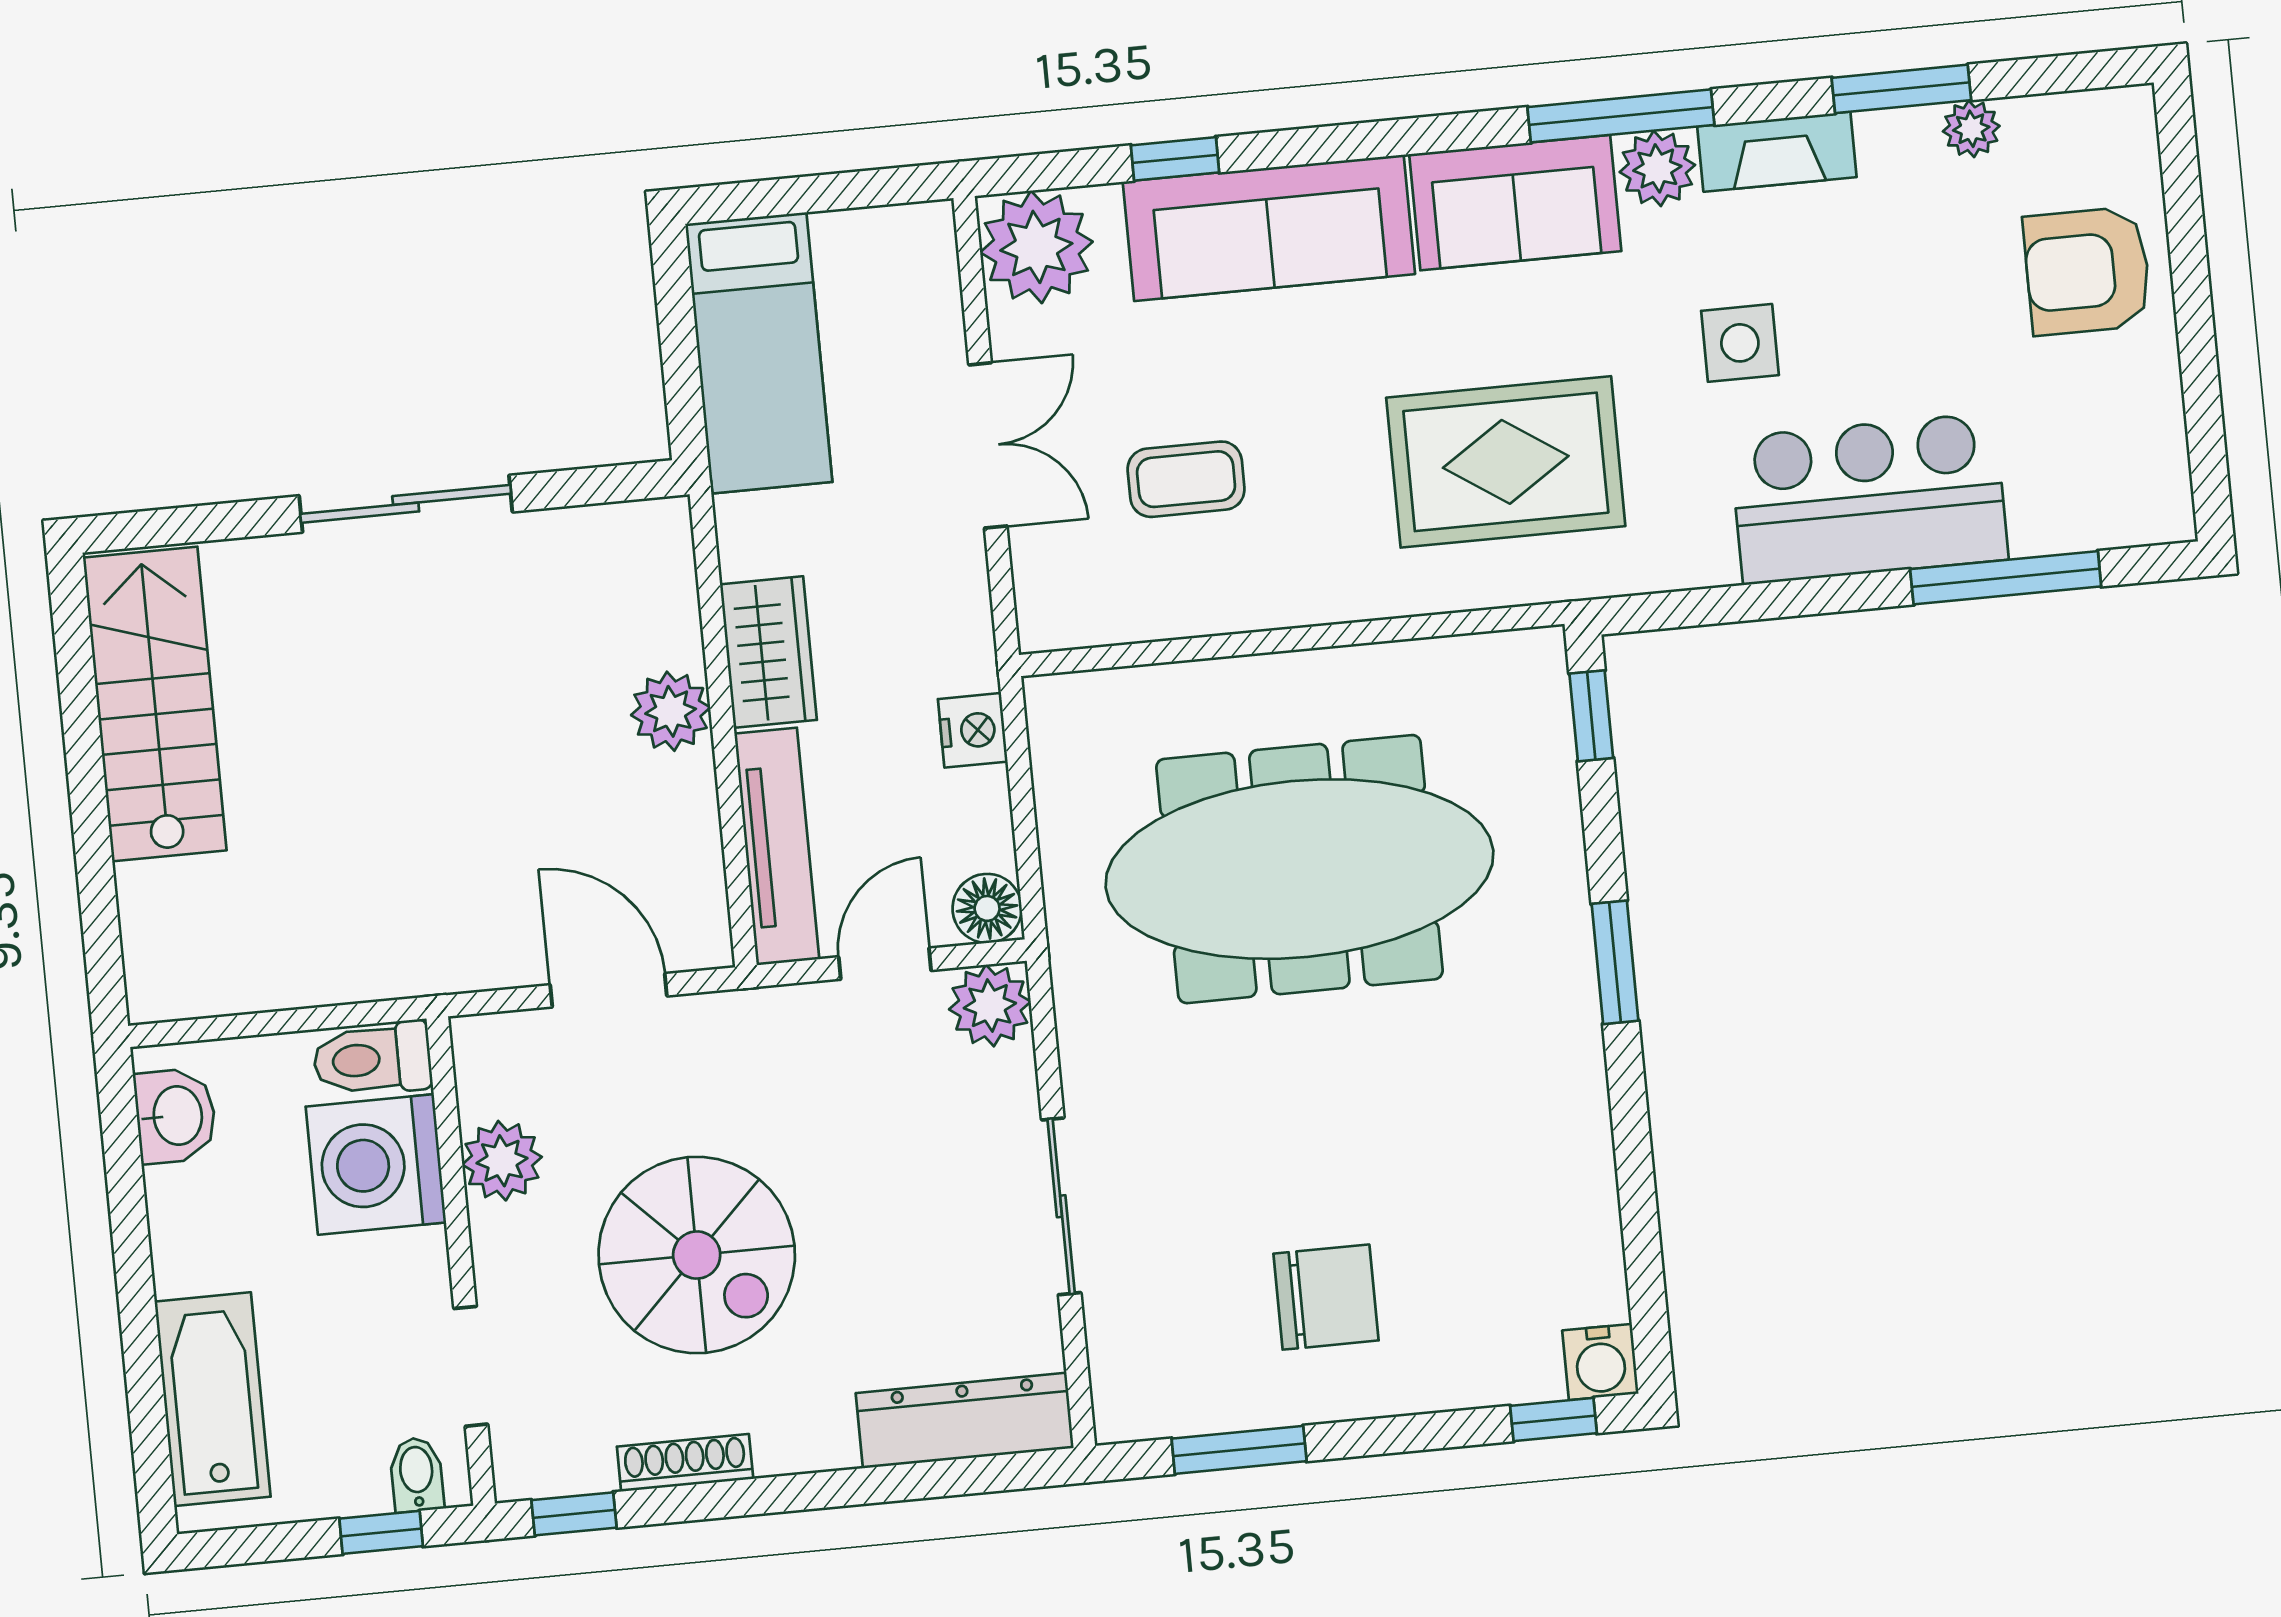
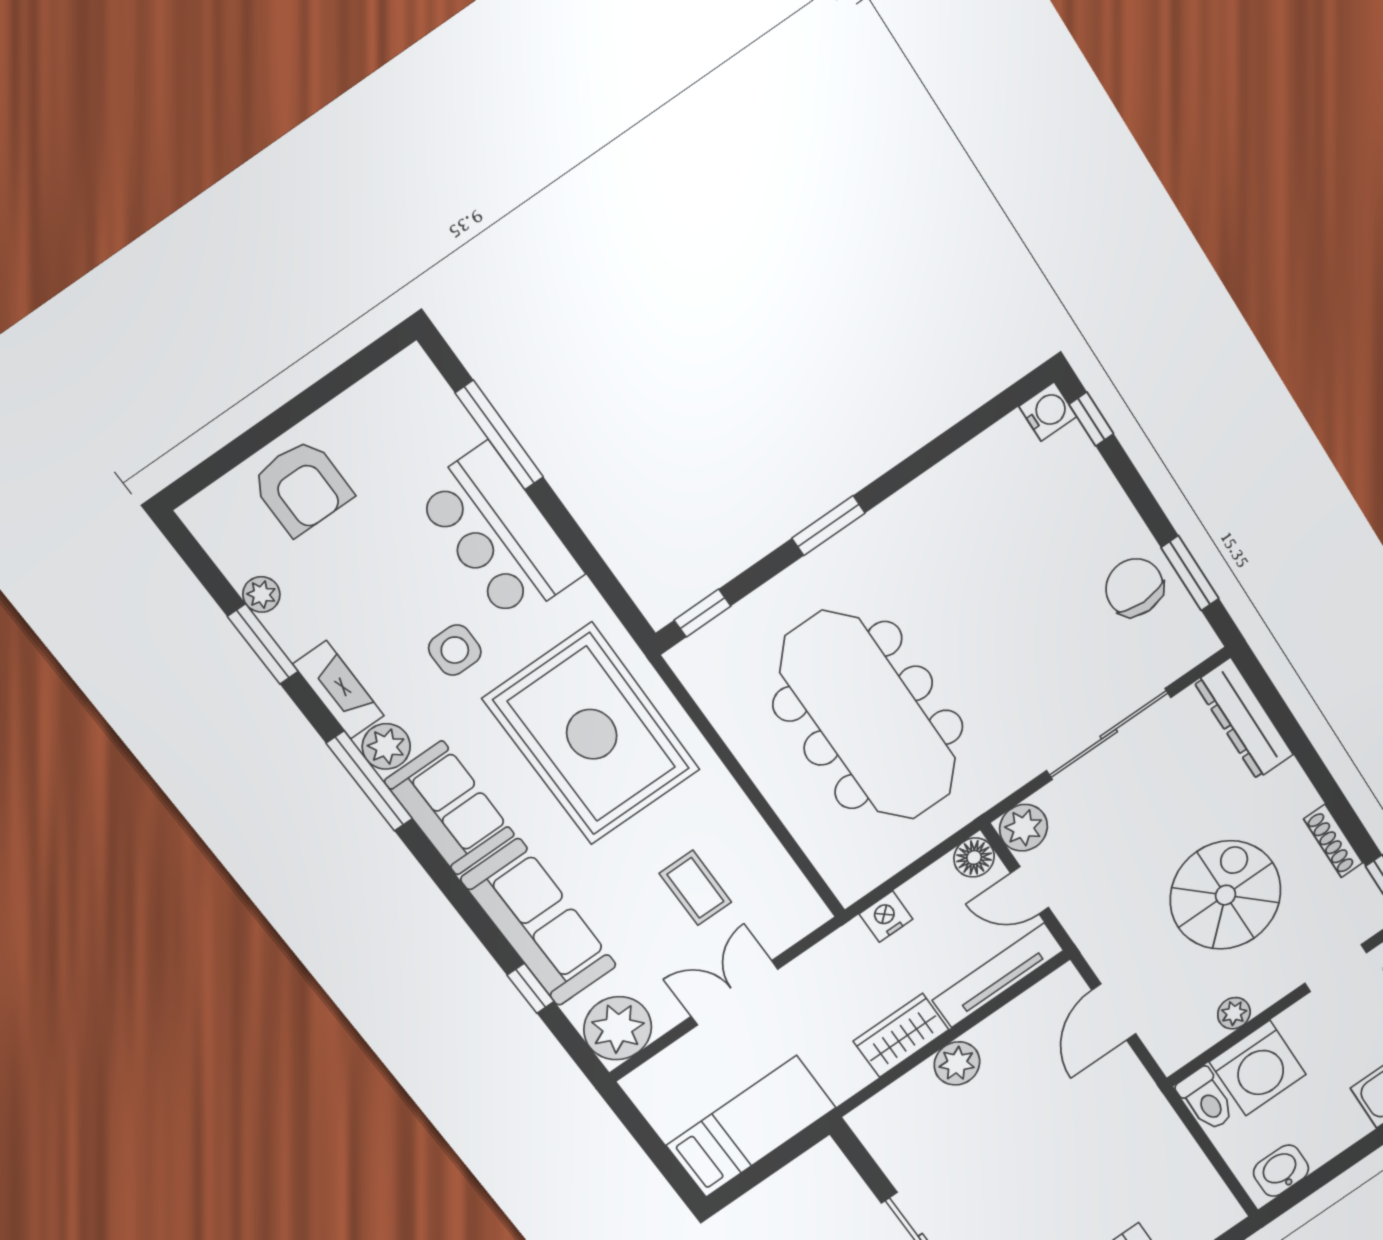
rug: (1506, 462) -> (592, 734), width x1.37, depth x1.44
plant: (502, 1161) -> (1234, 1013), width x0.73, depth x0.73
sliding door: (1061, 1206) -> (1109, 734), width x1.37
chair: (1326, 1297) -> (1134, 587), moved

